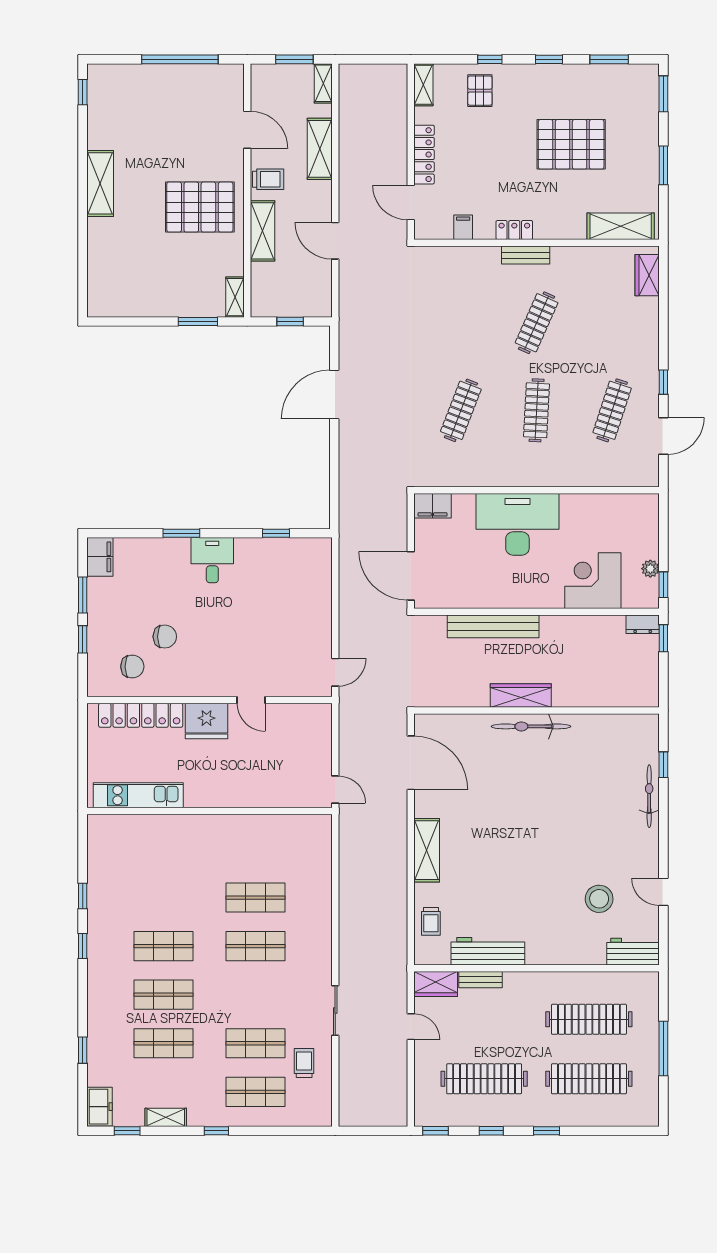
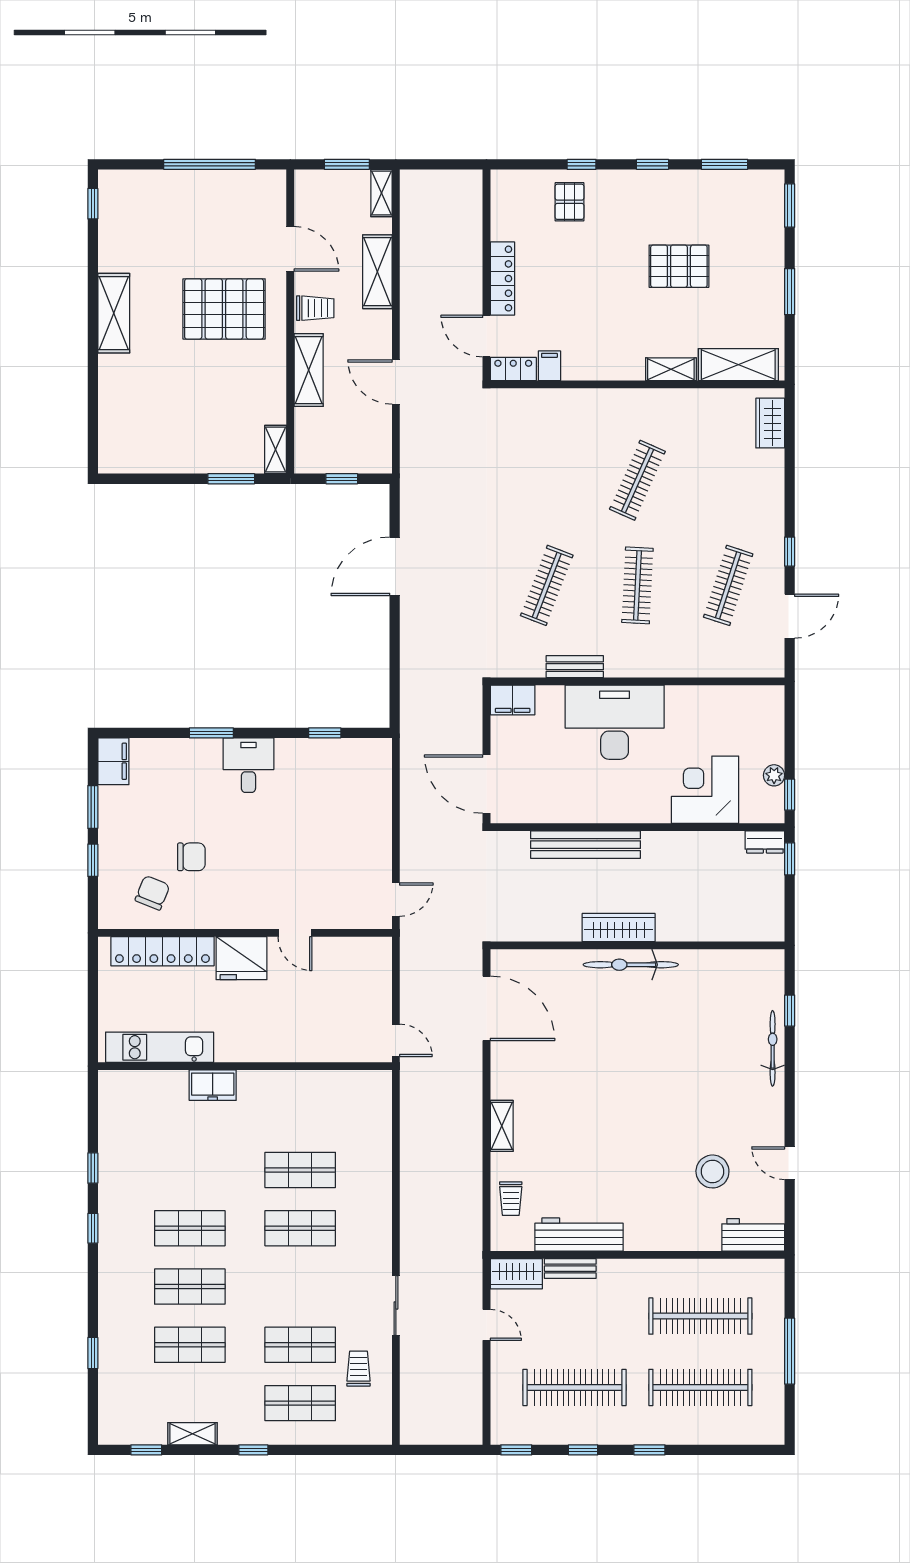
shelving: (423, 85) -> (671, 369), moved, turned 90
pallet: (571, 144) -> (679, 266), width x0.73, depth x0.71
pallet: (200, 207) -> (224, 309), moved
locker: (514, 230) -> (513, 369), moved
bench: (526, 255) -> (575, 667), moved
chair: (132, 667) -> (152, 893), turned -68
shelving: (427, 850) -> (502, 1126), width x0.67, depth x0.75
freezer: (100, 1107) -> (213, 1085), moved, turned 90

